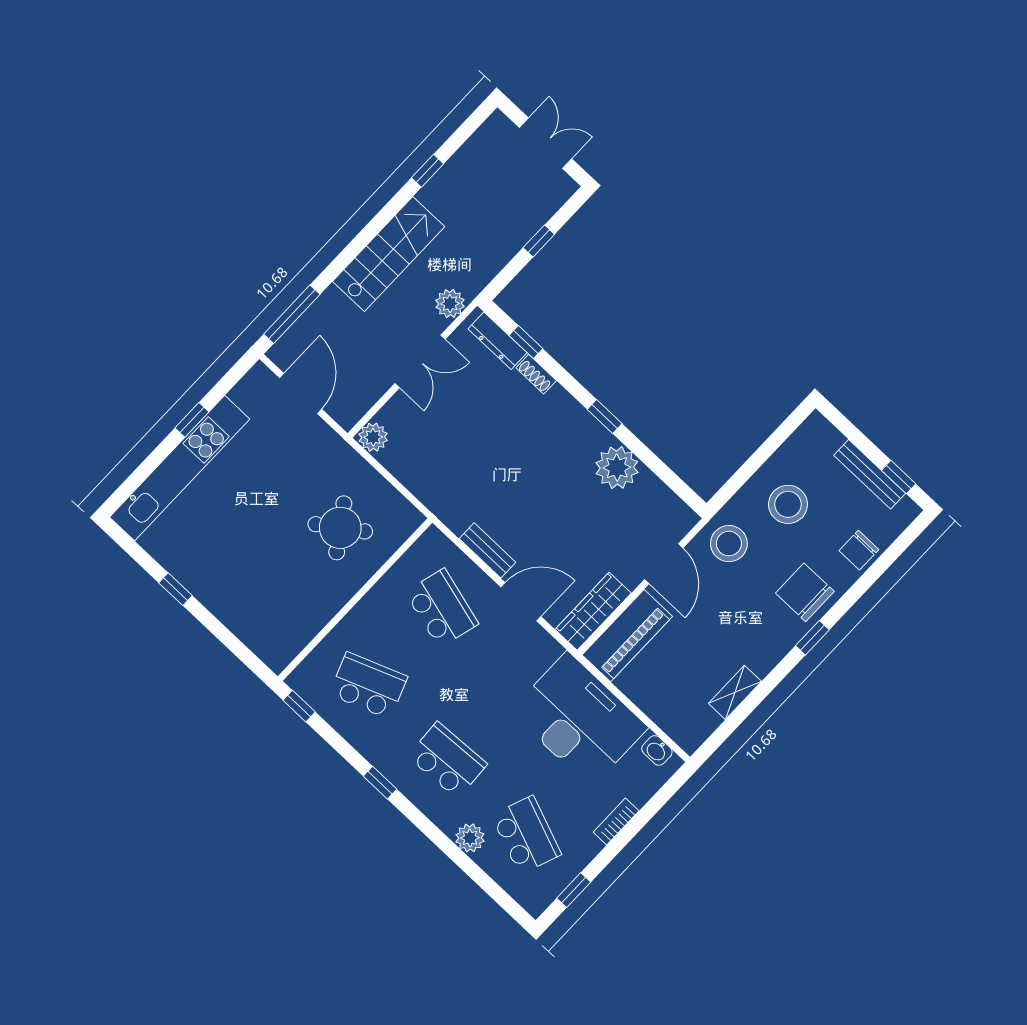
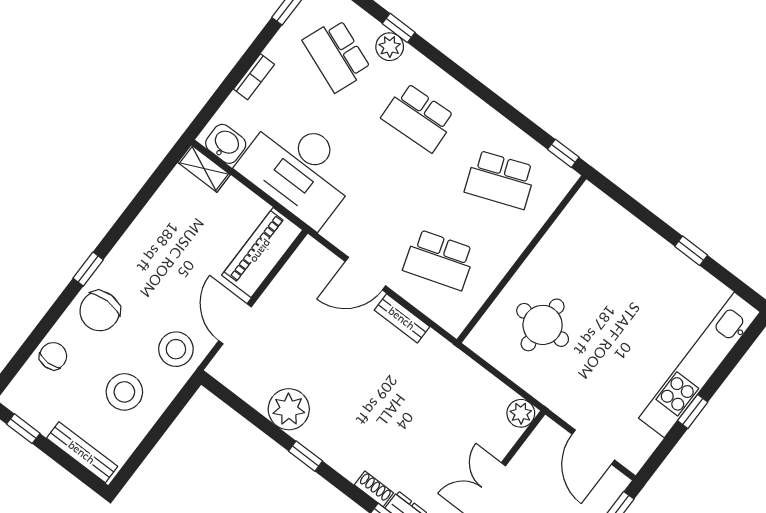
bench: (870, 474) -> (82, 452), moved
round table: (340, 528) -> (543, 325), turned 35
chair: (805, 592) -> (100, 311), turned 90
school desk: (442, 608) -> (439, 260), turned -33
wardrobe: (593, 611) -> (297, 272), removed
shelving: (735, 692) -> (204, 169), moved, turned 90
washbasin: (657, 750) -> (226, 144), width x1.38, depth x1.45
window: (380, 783) -> (399, 28), moved

